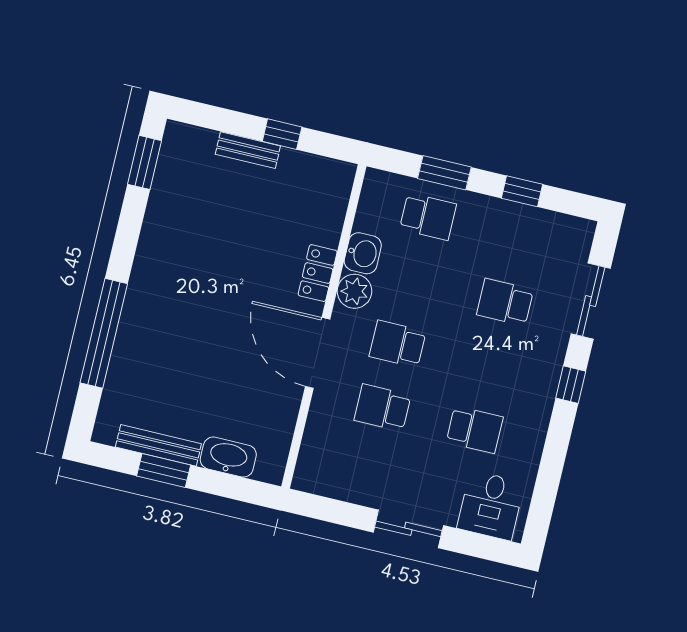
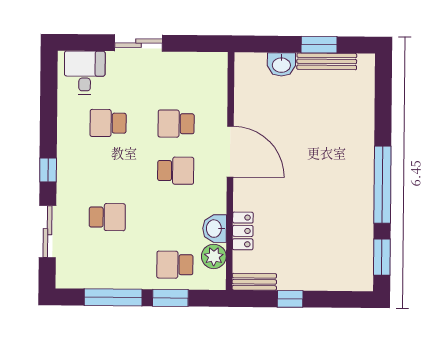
bench: (248, 150) -> (254, 282), moved
window: (522, 191) -> (113, 297), width x2.17
locker: (318, 273) -> (243, 231), moved
plant: (354, 291) -> (214, 256), moved
window: (104, 333) -> (382, 185), moved
school desk: (382, 408) -> (176, 124), turned 180
washbasin: (228, 457) -> (281, 64), width x0.72

